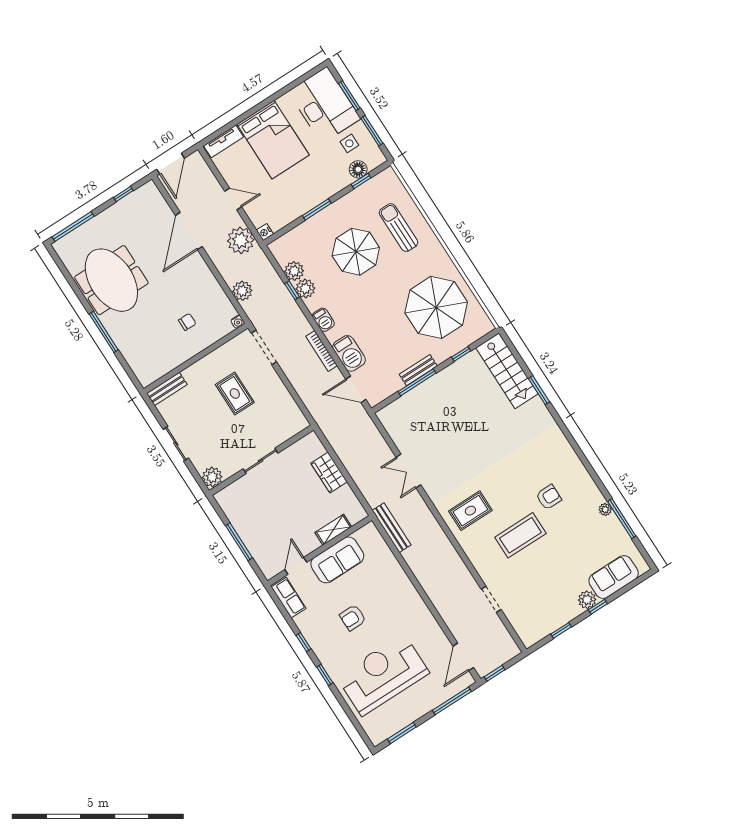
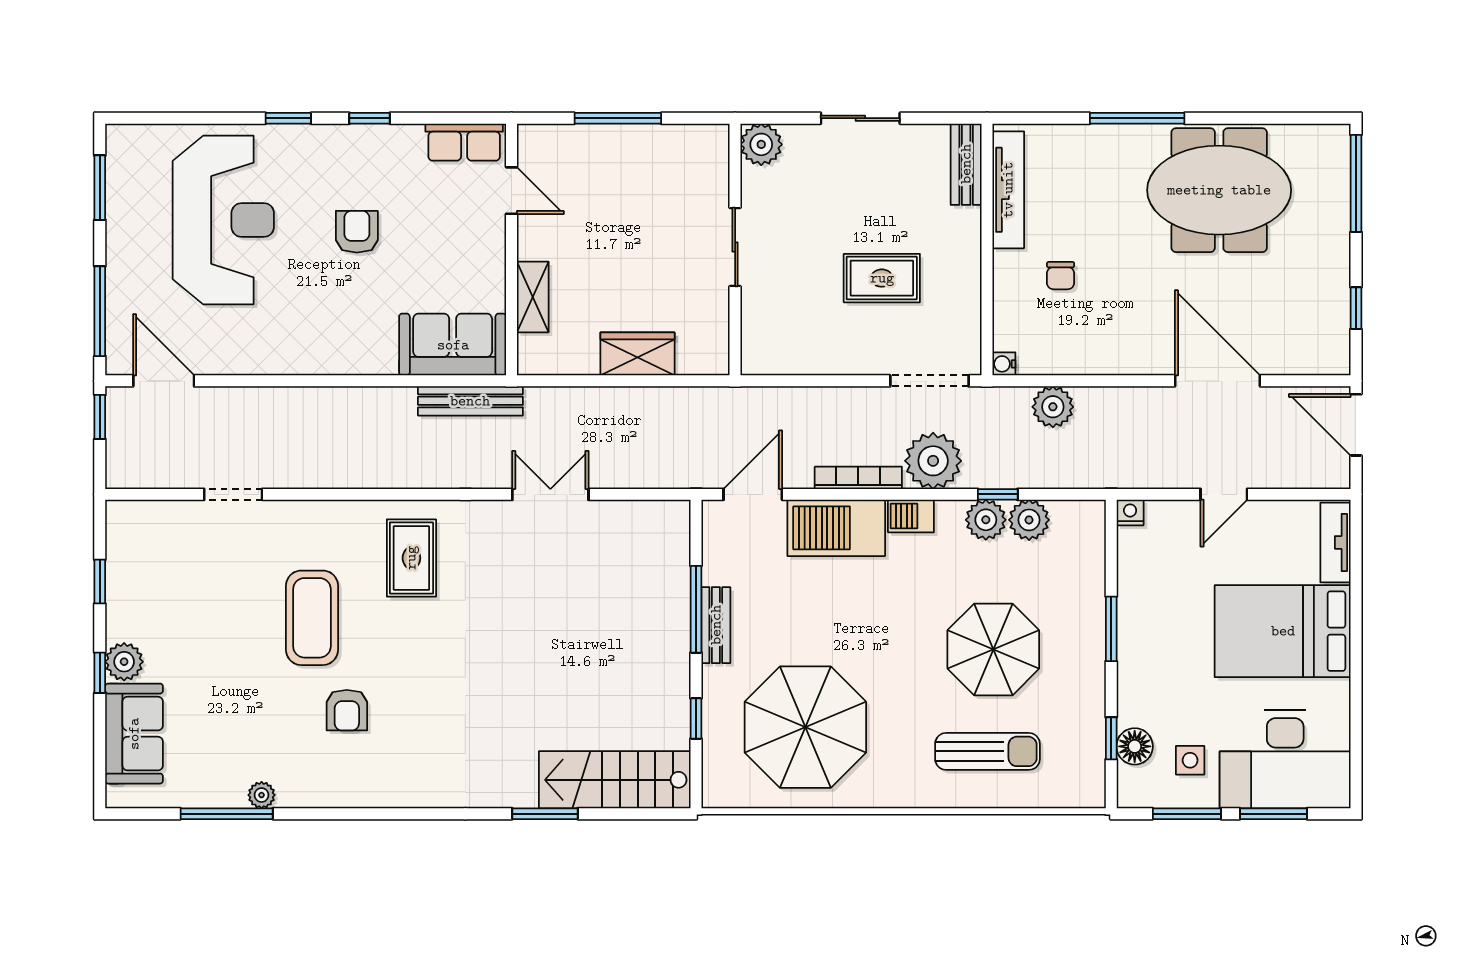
plant: (241, 240) -> (933, 461), moved
barbecue: (349, 353) -> (836, 528), width x1.37, depth x1.21
tv unit: (166, 365) -> (1008, 190), added
sofa: (337, 560) -> (453, 345), moved, turned 90

